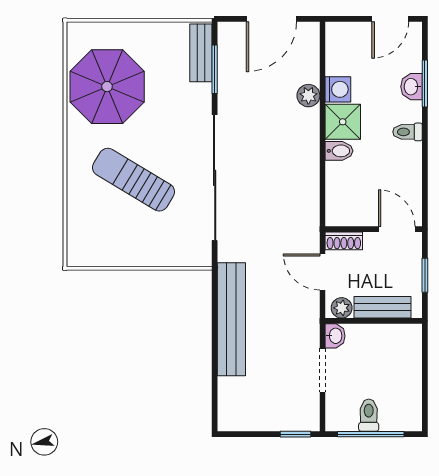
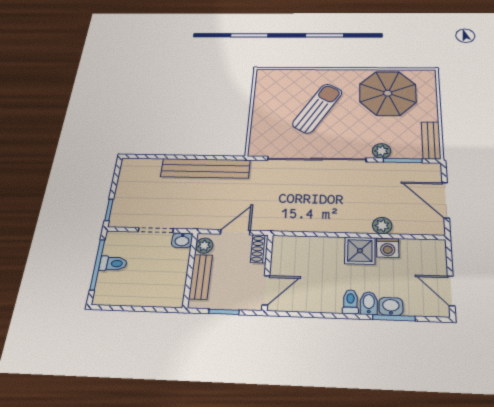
bench: (201, 53) -> (431, 140), moved, turned 90
plant: (200, 95) -> (382, 151), added
bidet: (339, 151) -> (369, 303), moved, turned 180

